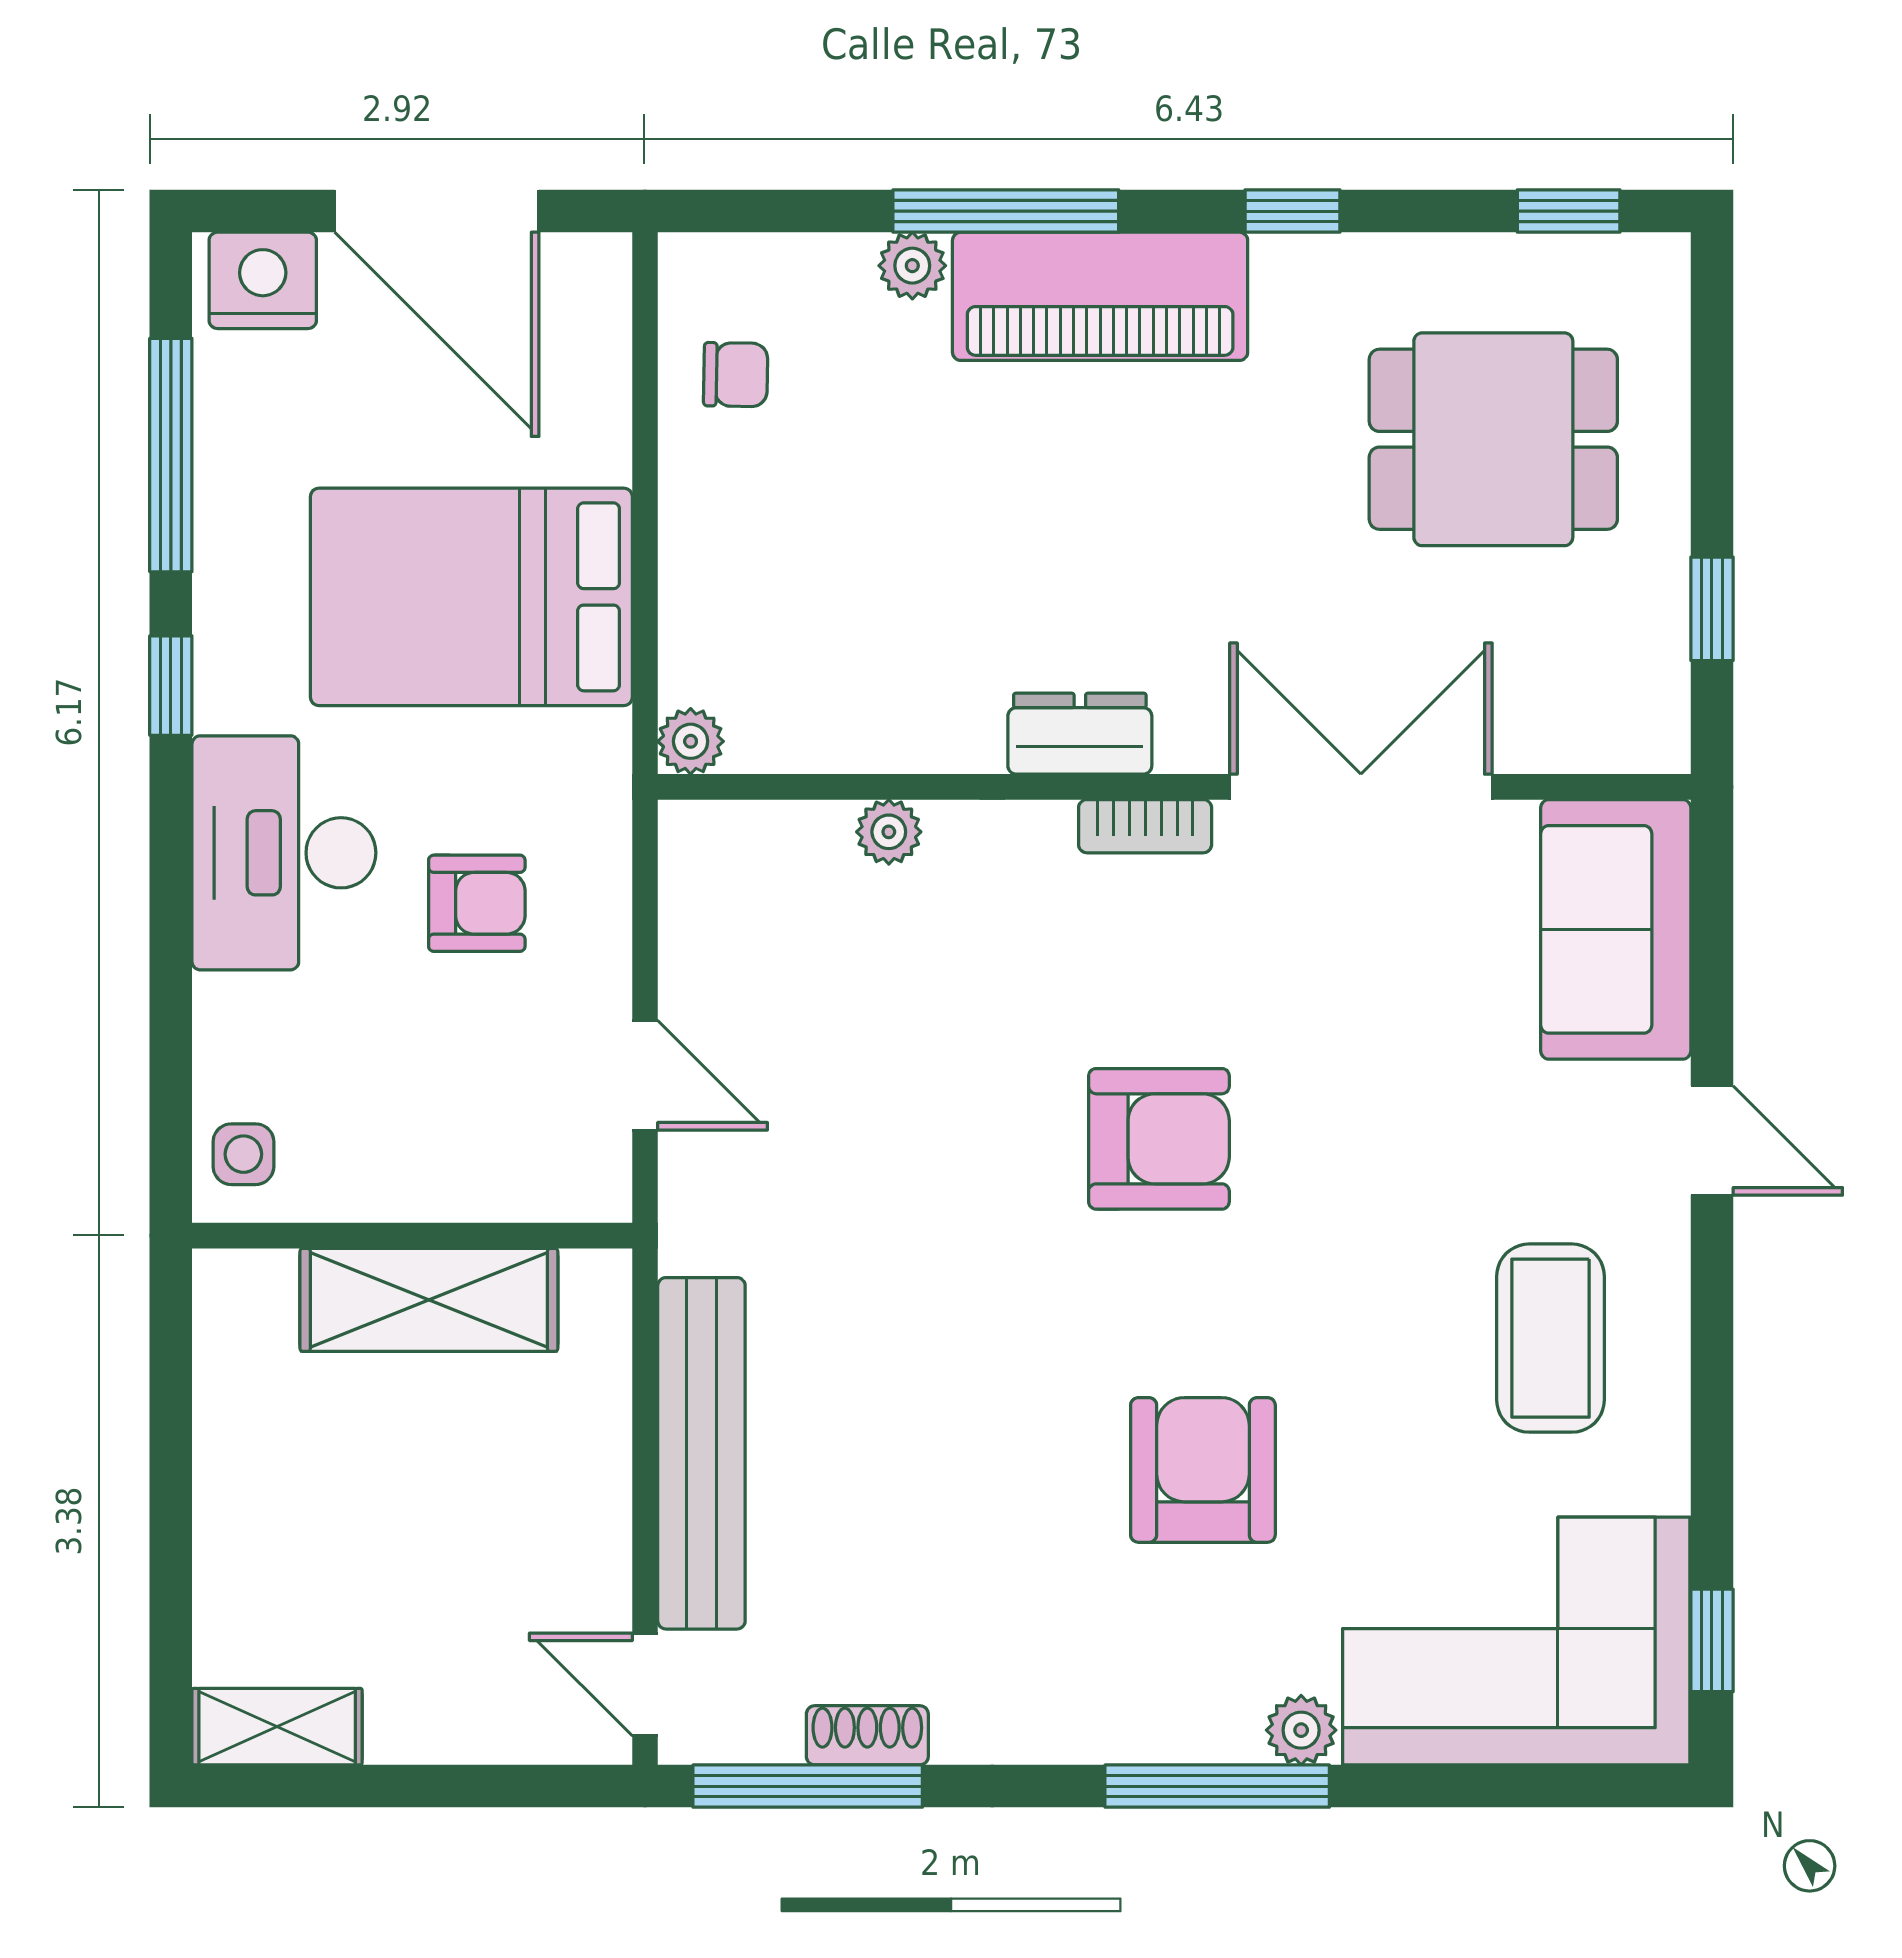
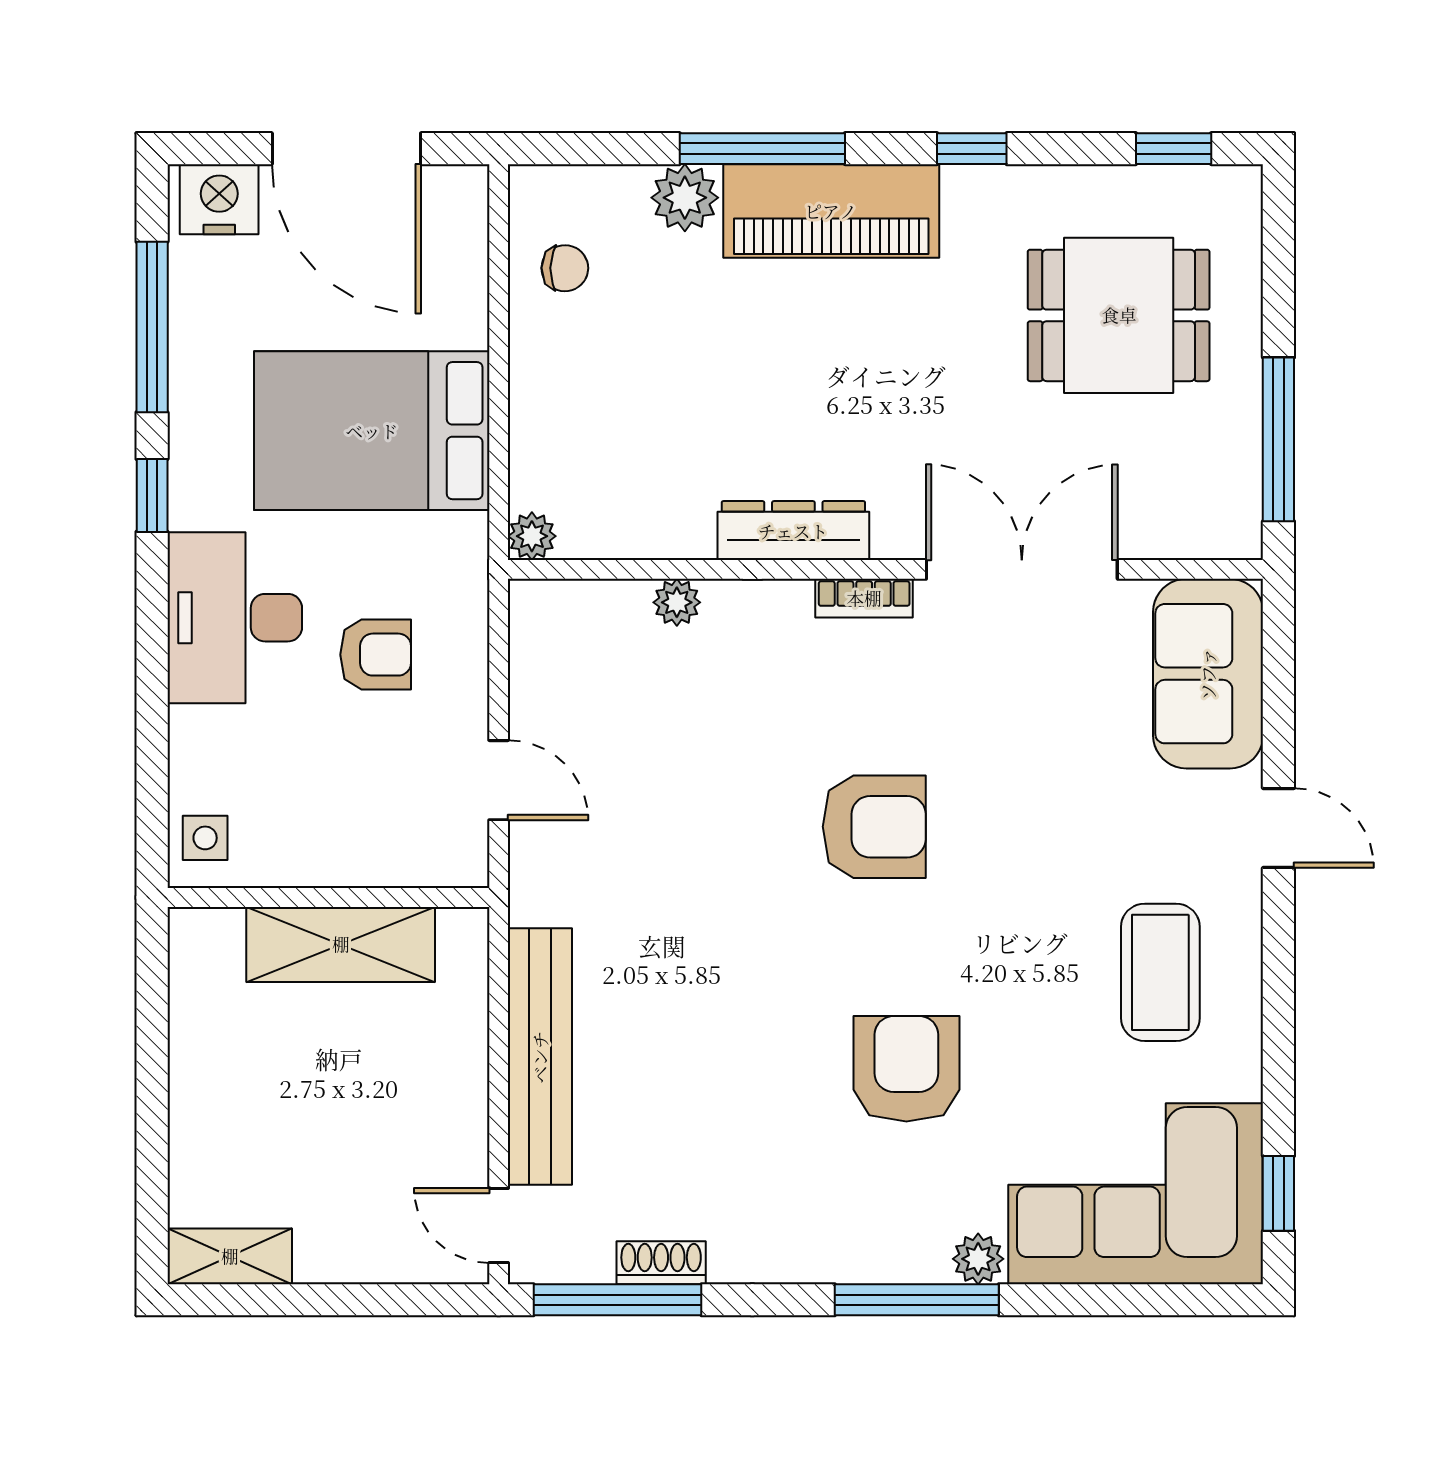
plant: (912, 266) -> (685, 198), width x1.38, depth x1.38
window: (1712, 609) -> (1278, 439), width x2.17
dresser: (1080, 734) -> (793, 531), width x1.44

